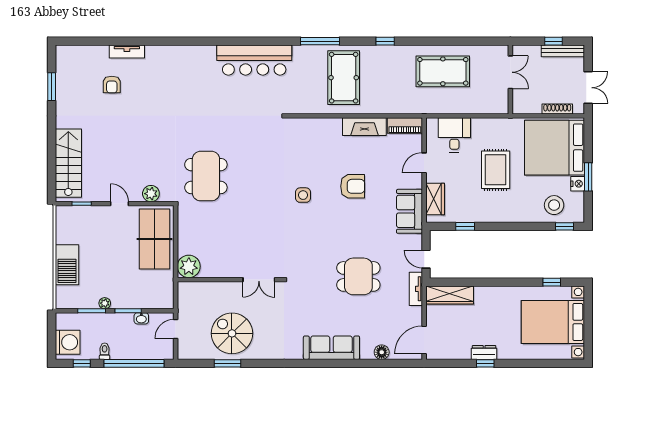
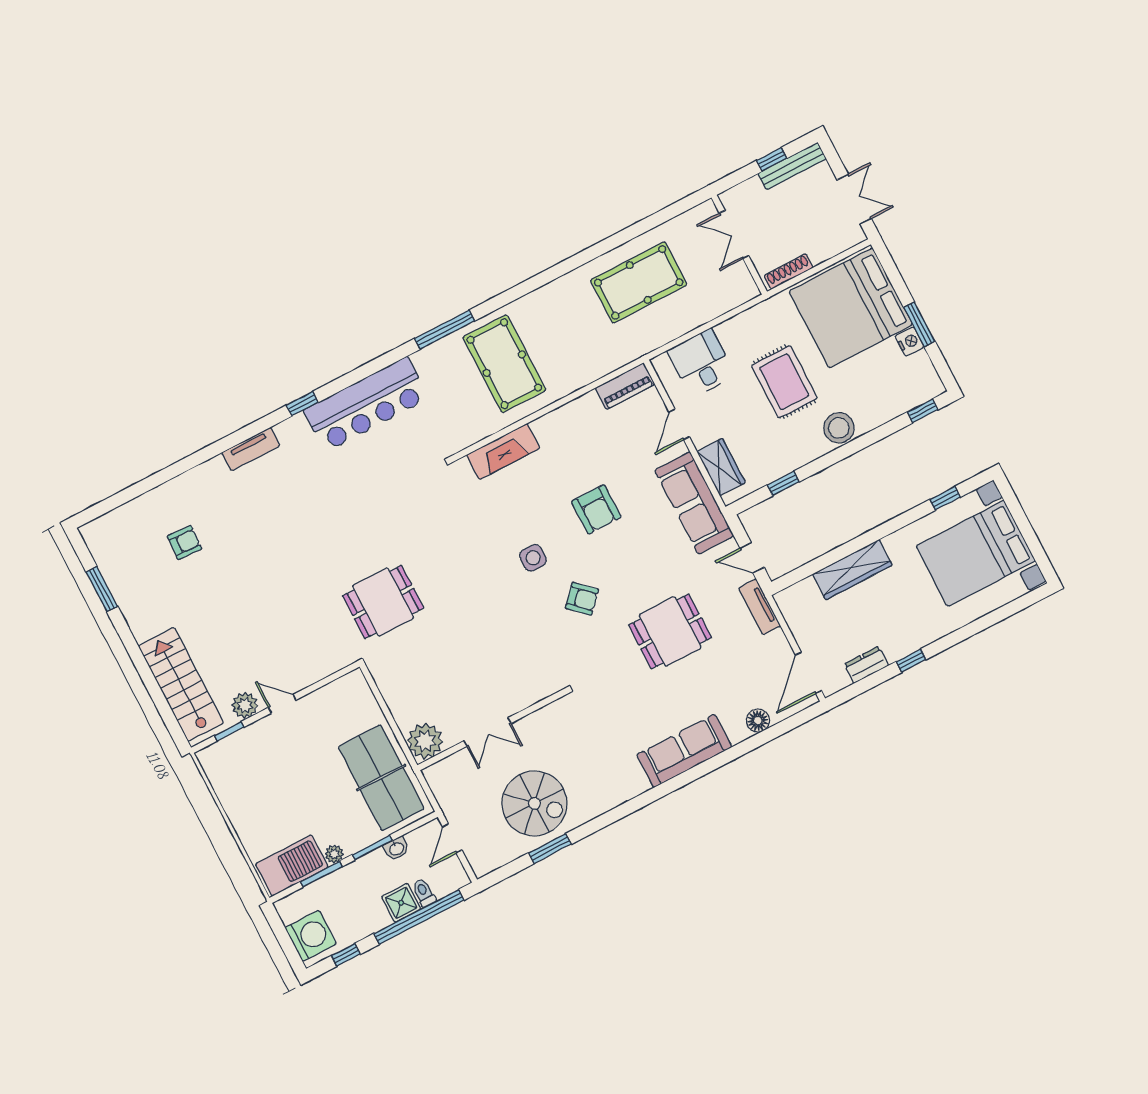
window: (385, 41) -> (302, 404), moved
tv unit: (127, 51) -> (251, 449), moved
double door: (510, 72) -> (734, 234), swing flipped
armchair: (112, 85) -> (184, 543), turned -87
shoe rack: (557, 109) -> (789, 272), moved
fireplace: (364, 127) -> (503, 452), moved
dining table: (206, 176) -> (383, 602), width x0.73
armchair: (353, 186) -> (596, 509), turned 90
plant: (151, 194) -> (245, 705), moved
stool: (554, 205) -> (839, 428), moved
sofa: (409, 211) -> (694, 503), width x1.36
armchair: (318, 232) -> (582, 599), added
table tennis table: (154, 239) -> (381, 778), moved
barbecue: (67, 265) -> (292, 866), moved, turned -90
double door: (259, 280) -> (487, 732), moved
wardrobe: (450, 295) -> (852, 570), moved
spiral stairs: (232, 333) -> (534, 803), turned 180
shower: (128, 350) -> (401, 903), added
toilet: (105, 351) -> (424, 893), moved
dresser: (484, 353) -> (866, 665), moved

